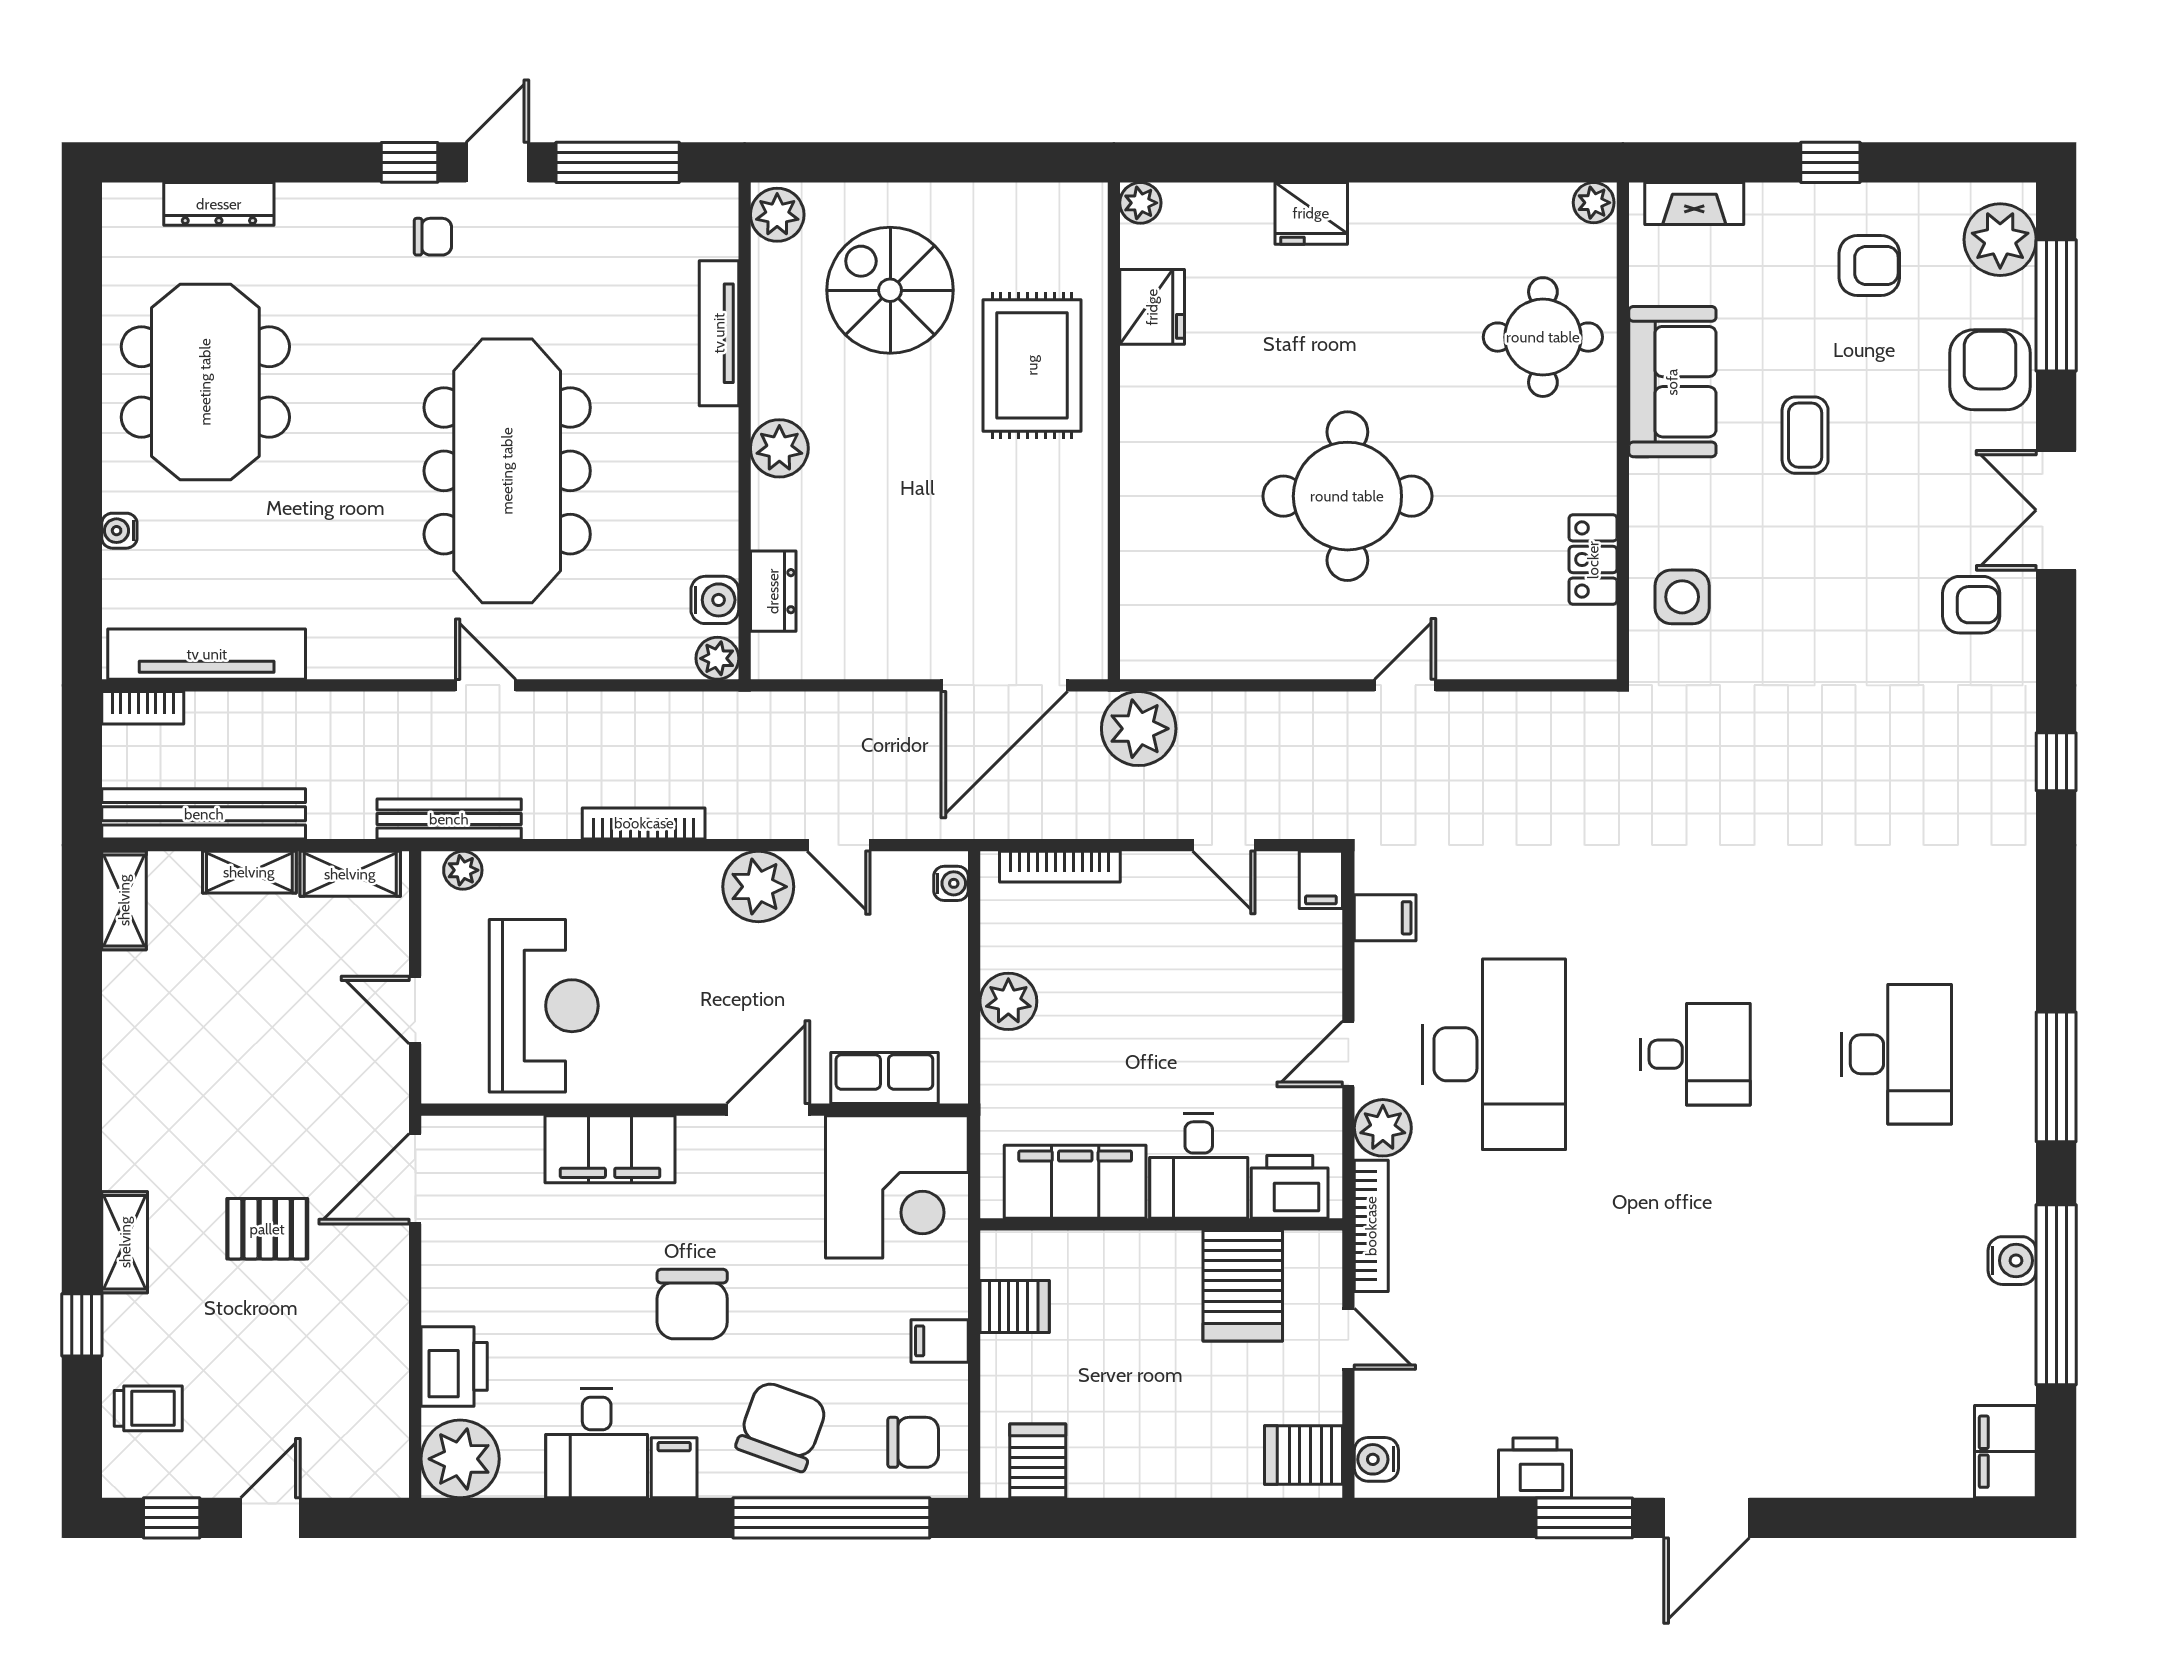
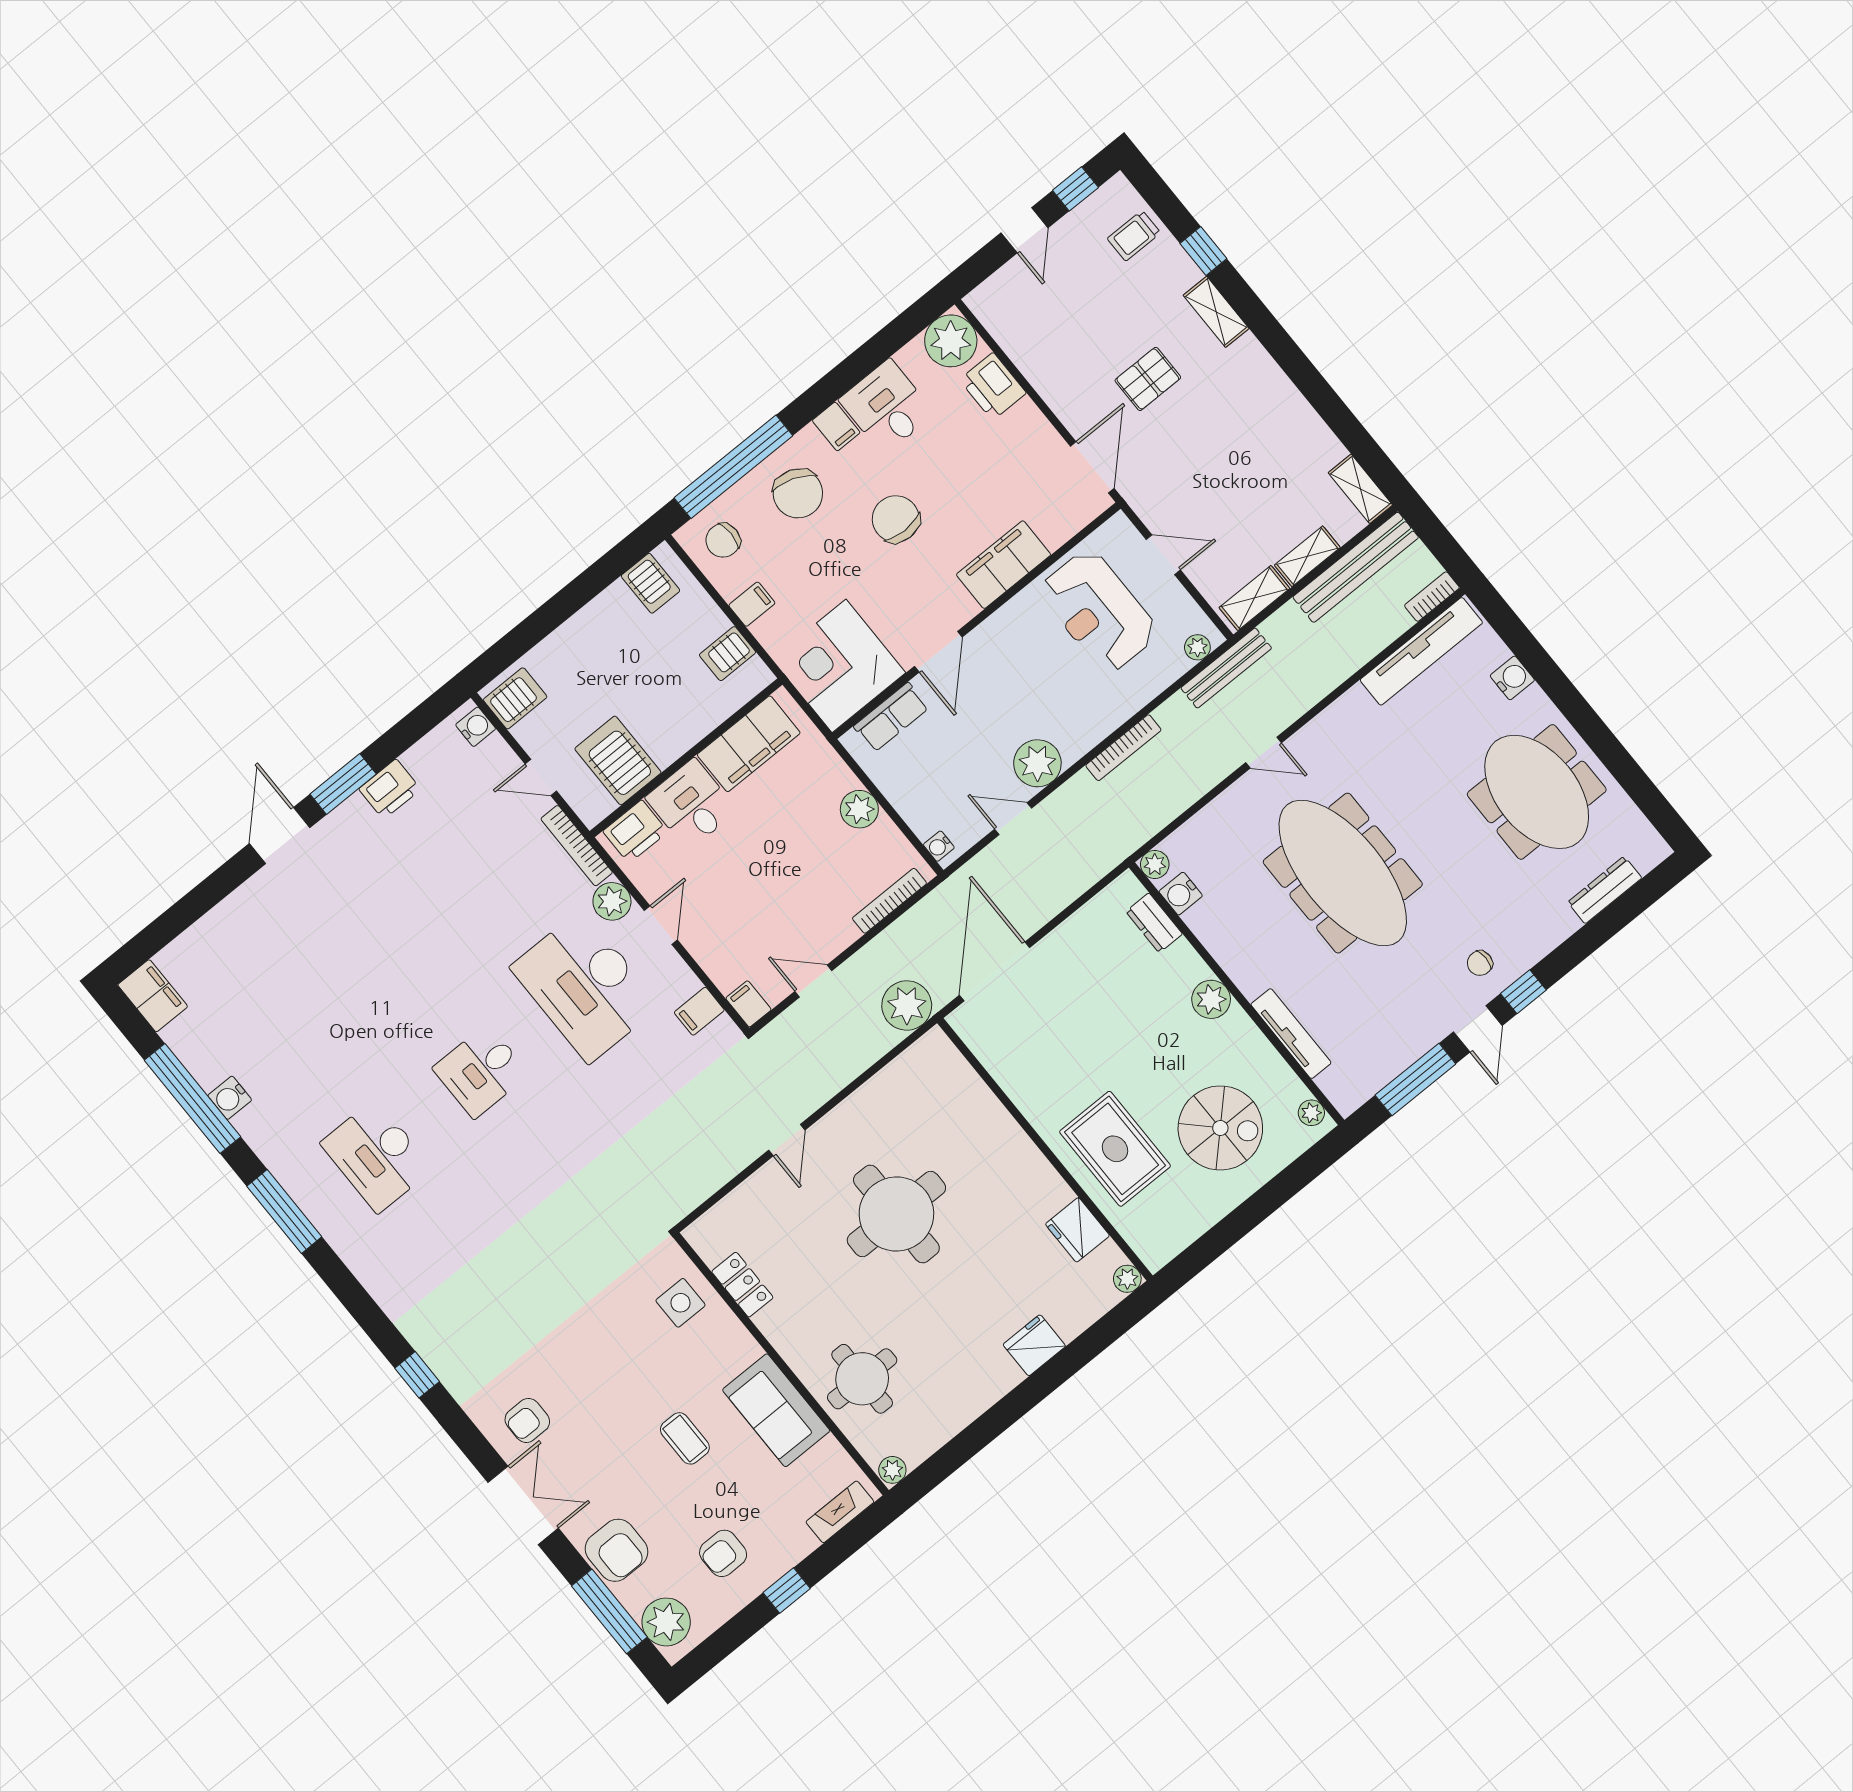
plant: (777, 215) -> (1311, 1113), width x0.73, depth x0.73
water cooler: (119, 531) -> (1512, 678), width x1.38, depth x1.38

